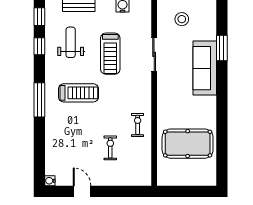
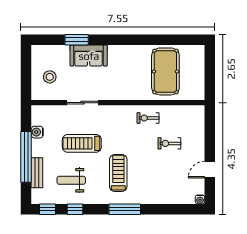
treadmill: (110, 54) -> (82, 143), turned 180
sofa: (205, 68) -> (89, 56), width x0.73

